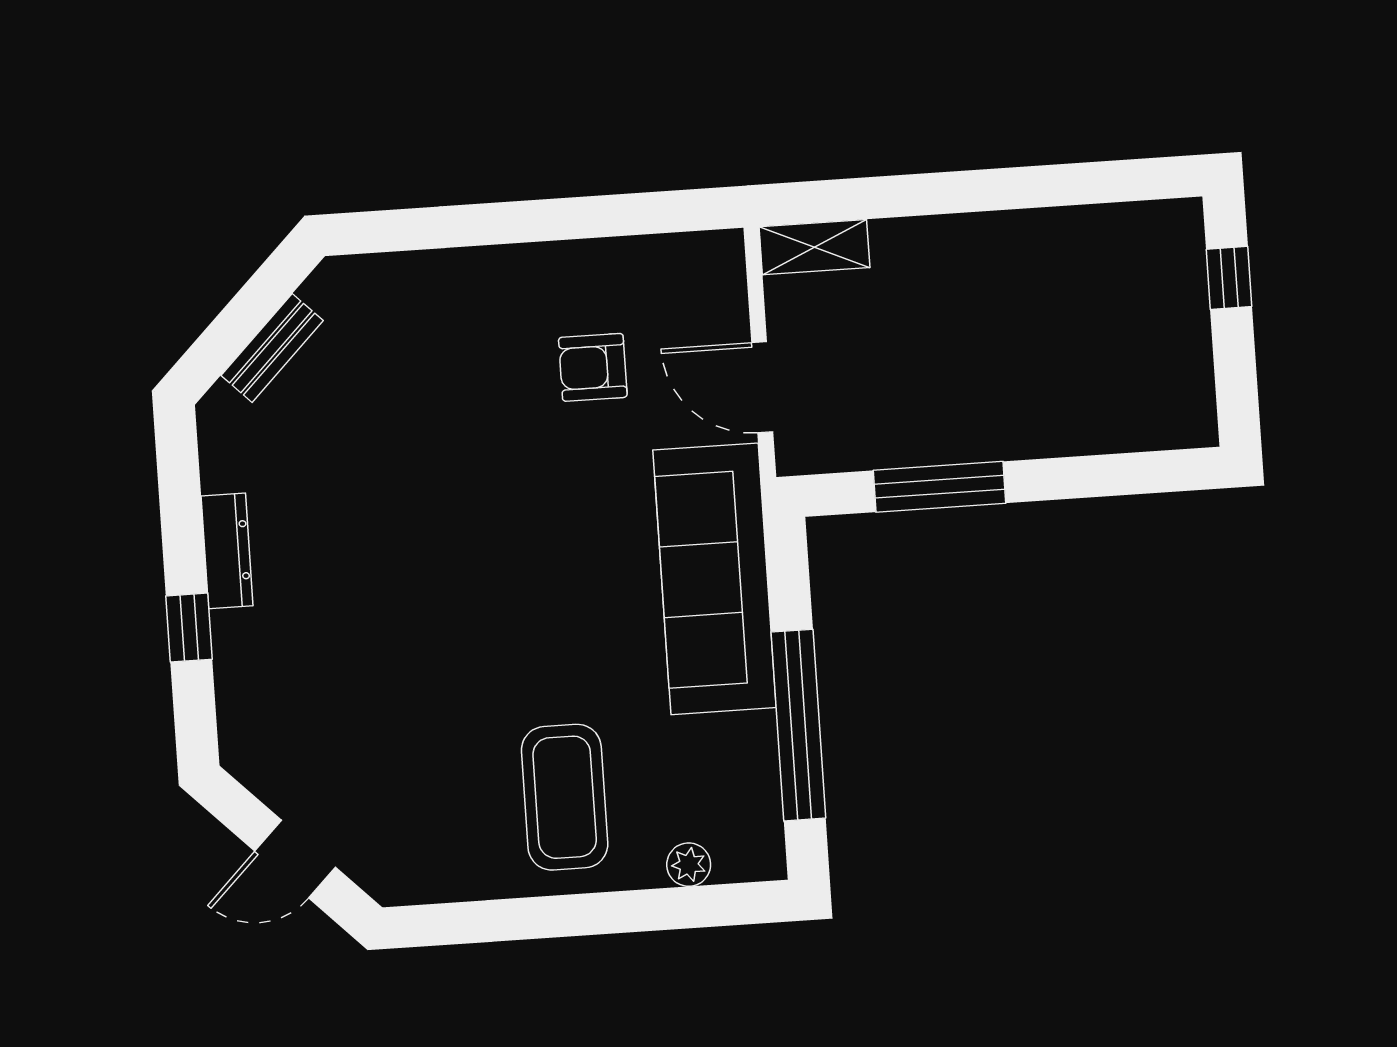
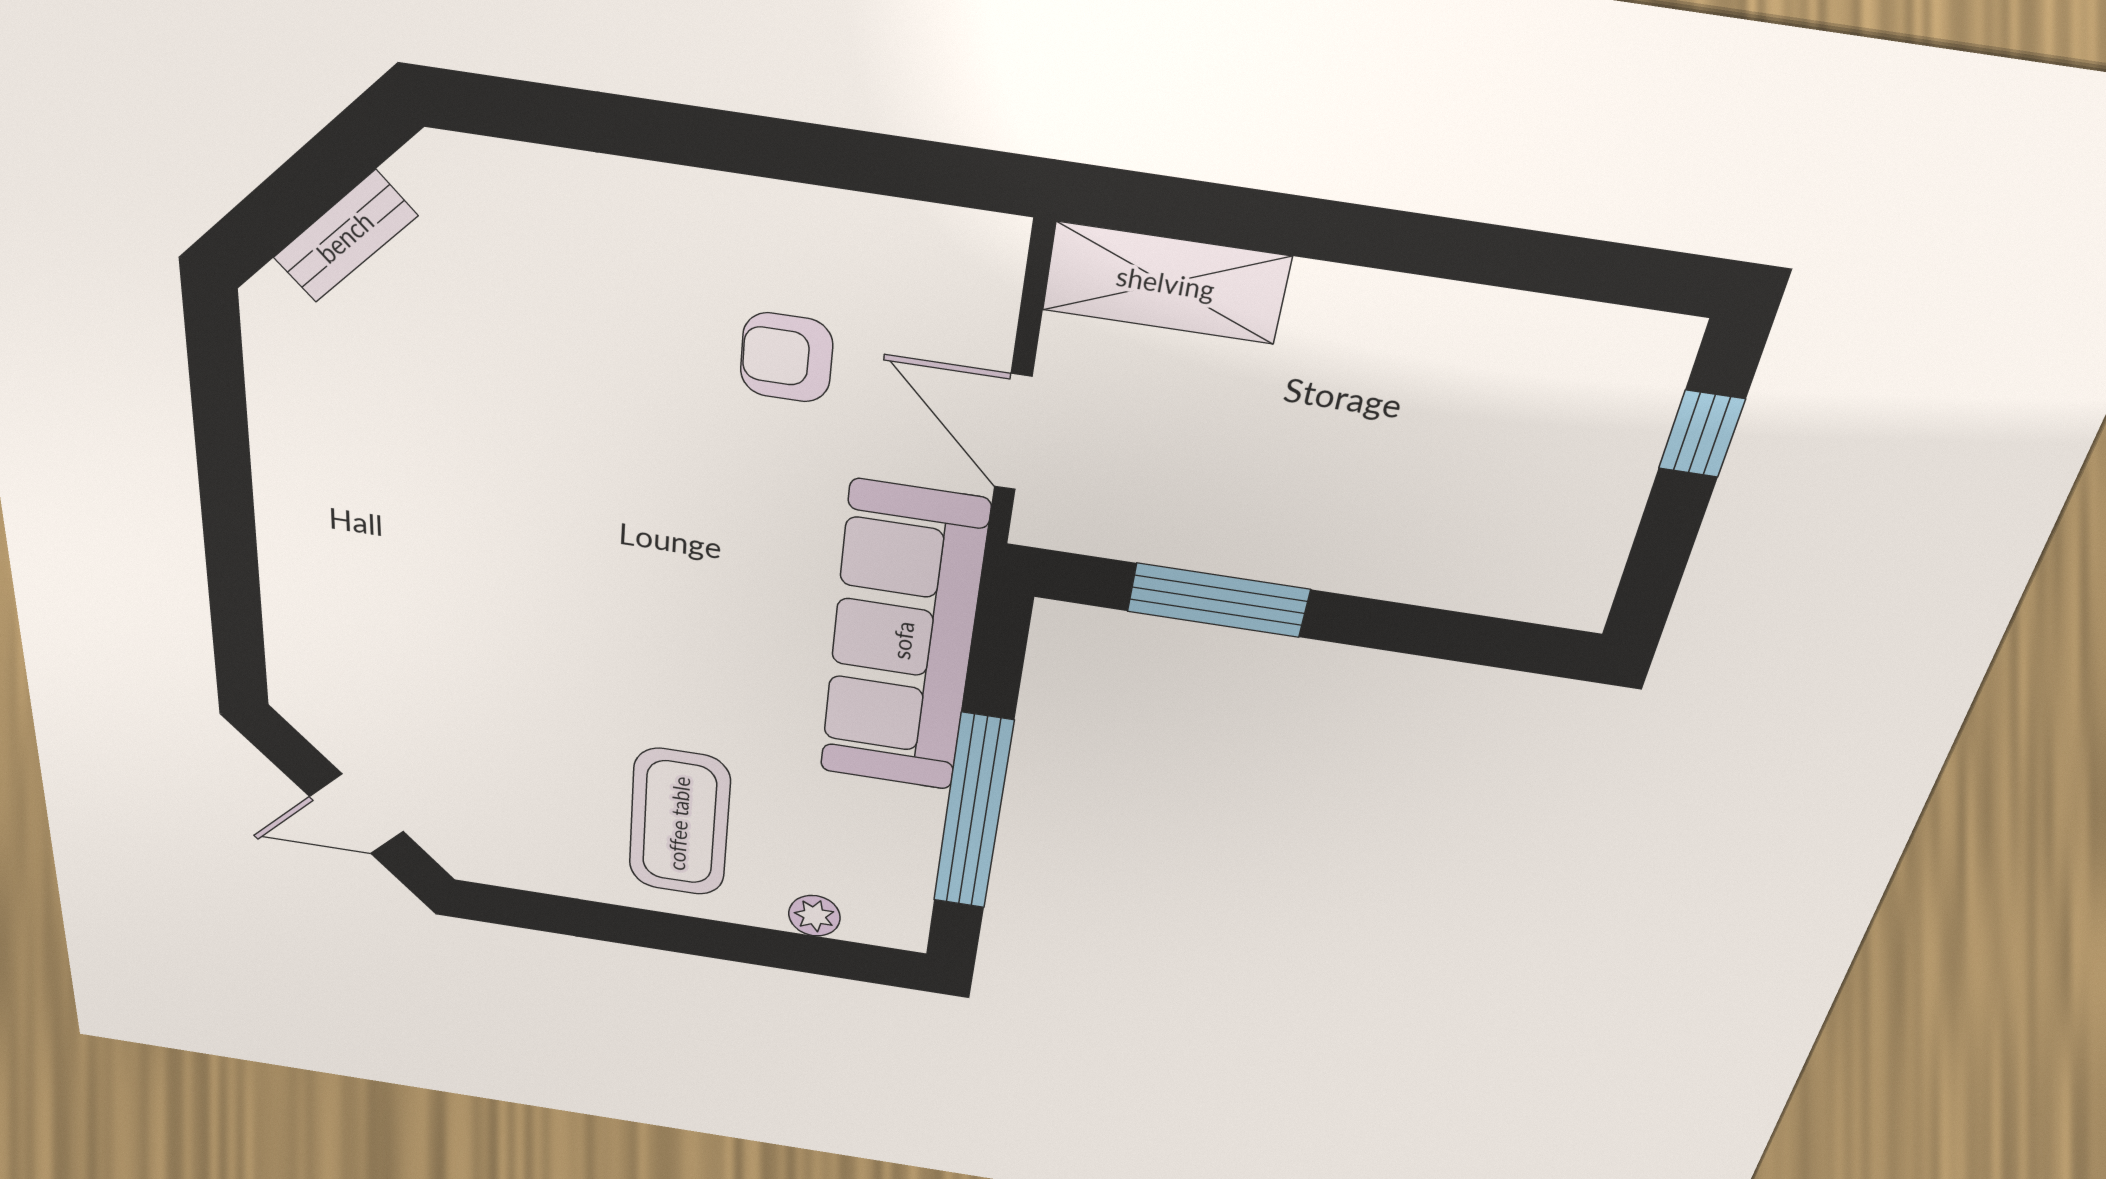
shelving: (814, 247) -> (1166, 283), width x1.50, depth x1.33
dresser: (227, 551) -> (280, 475), removed
window: (189, 628) -> (231, 551), removed

